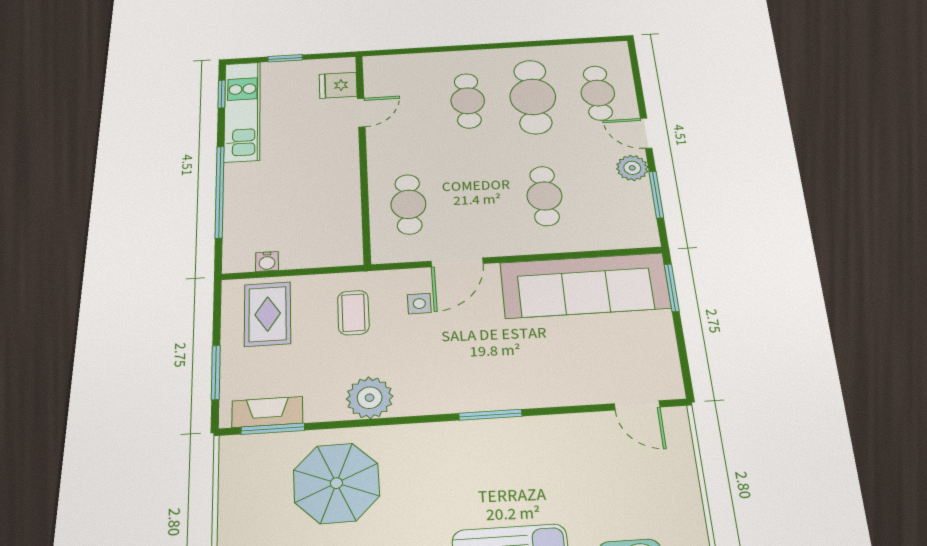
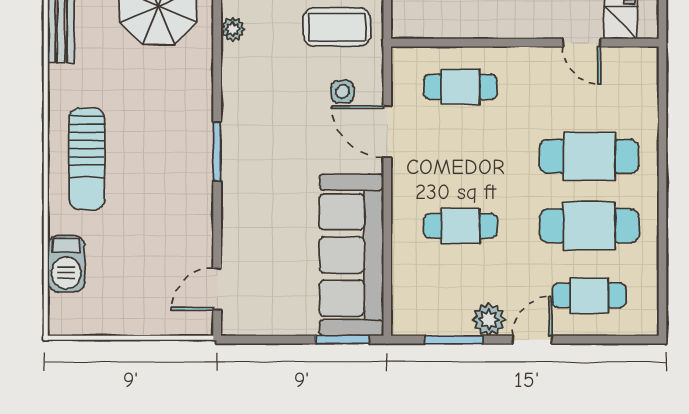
cafe table: (468, 101) -> (589, 156), width x1.37, depth x1.35
coffee table: (353, 313) -> (337, 27), width x1.36, depth x1.30
plant: (370, 398) -> (233, 29), width x0.53, depth x0.53

